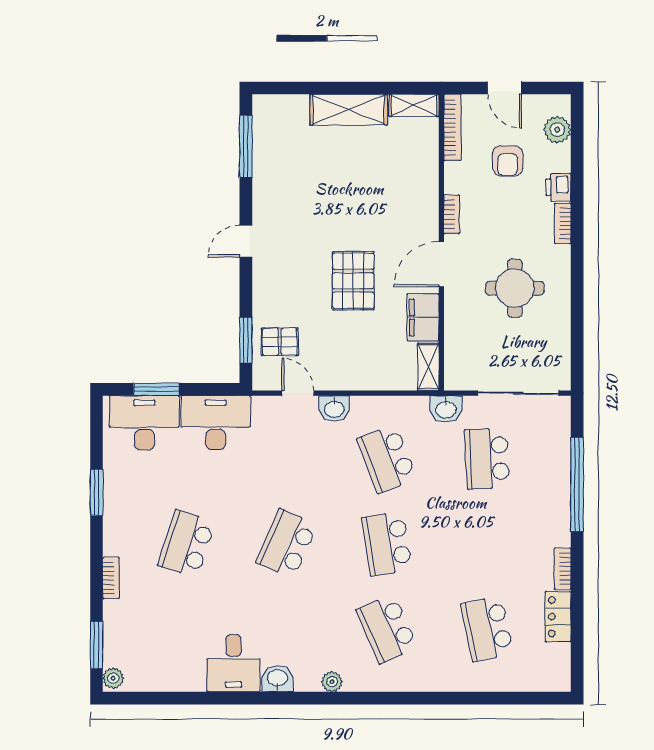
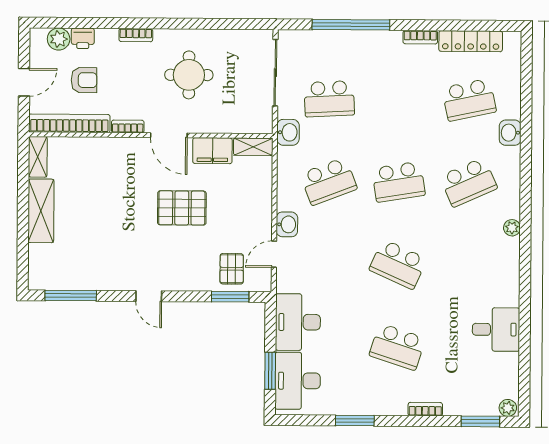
bookcase: (452, 128) -> (69, 123), width x1.48, depth x1.31
printer: (558, 187) -> (83, 38), moved
locker: (558, 617) -> (471, 41), width x1.53
desk: (233, 663) -> (496, 329), moved
washbasin: (277, 679) -> (510, 133), moved

